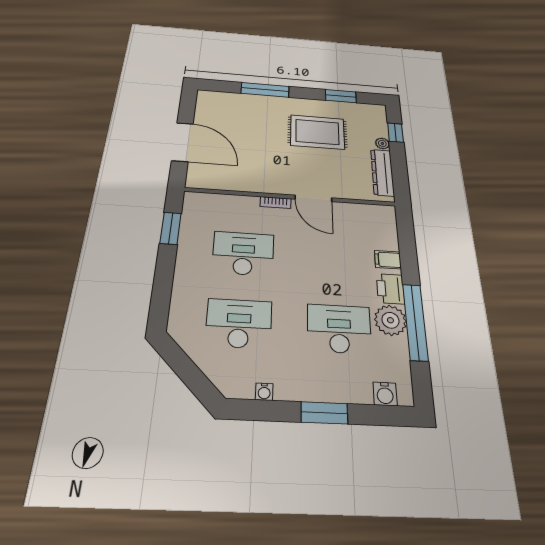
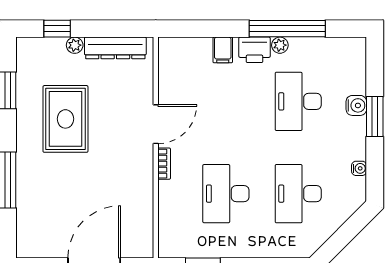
plant: (390, 320) -> (280, 45), width x0.53, depth x0.53
water cooler: (385, 394) -> (356, 105), moved

